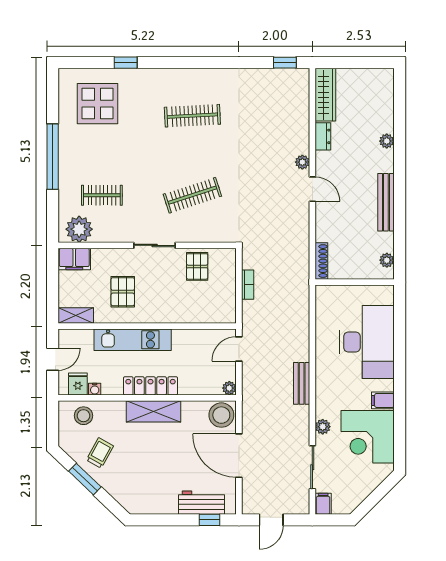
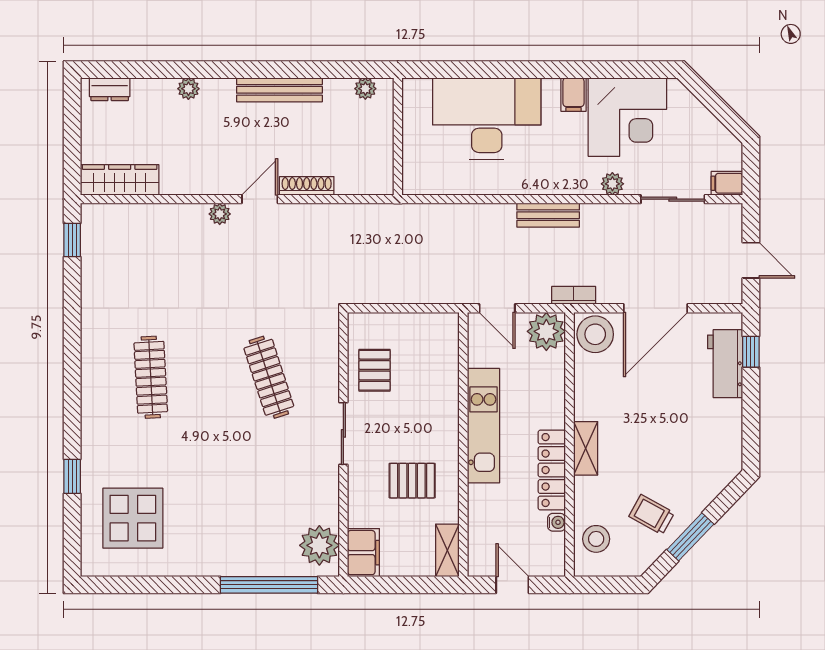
dresser: (323, 136) -> (110, 89), moved, turned 180
window: (53, 157) -> (269, 585), moved
clothes rail: (102, 195) -> (269, 512), removed
shoe rack: (321, 261) -> (307, 186), moved
pallet: (197, 266) -> (375, 370), turned 90
bookcase: (248, 285) -> (574, 295), moved
kitchen unit: (133, 340) -> (483, 426), moved
fridge: (78, 384) -> (549, 547), removed
locker: (150, 386) -> (552, 470), moved
plant: (229, 388) -> (546, 331), width x1.87, depth x1.87
shelving: (153, 411) -> (586, 448), width x0.67, depth x0.75

